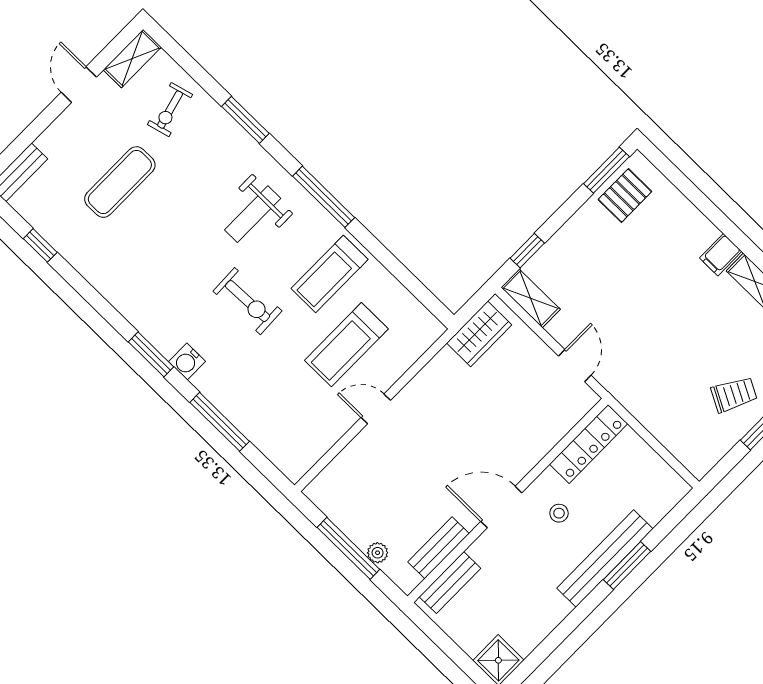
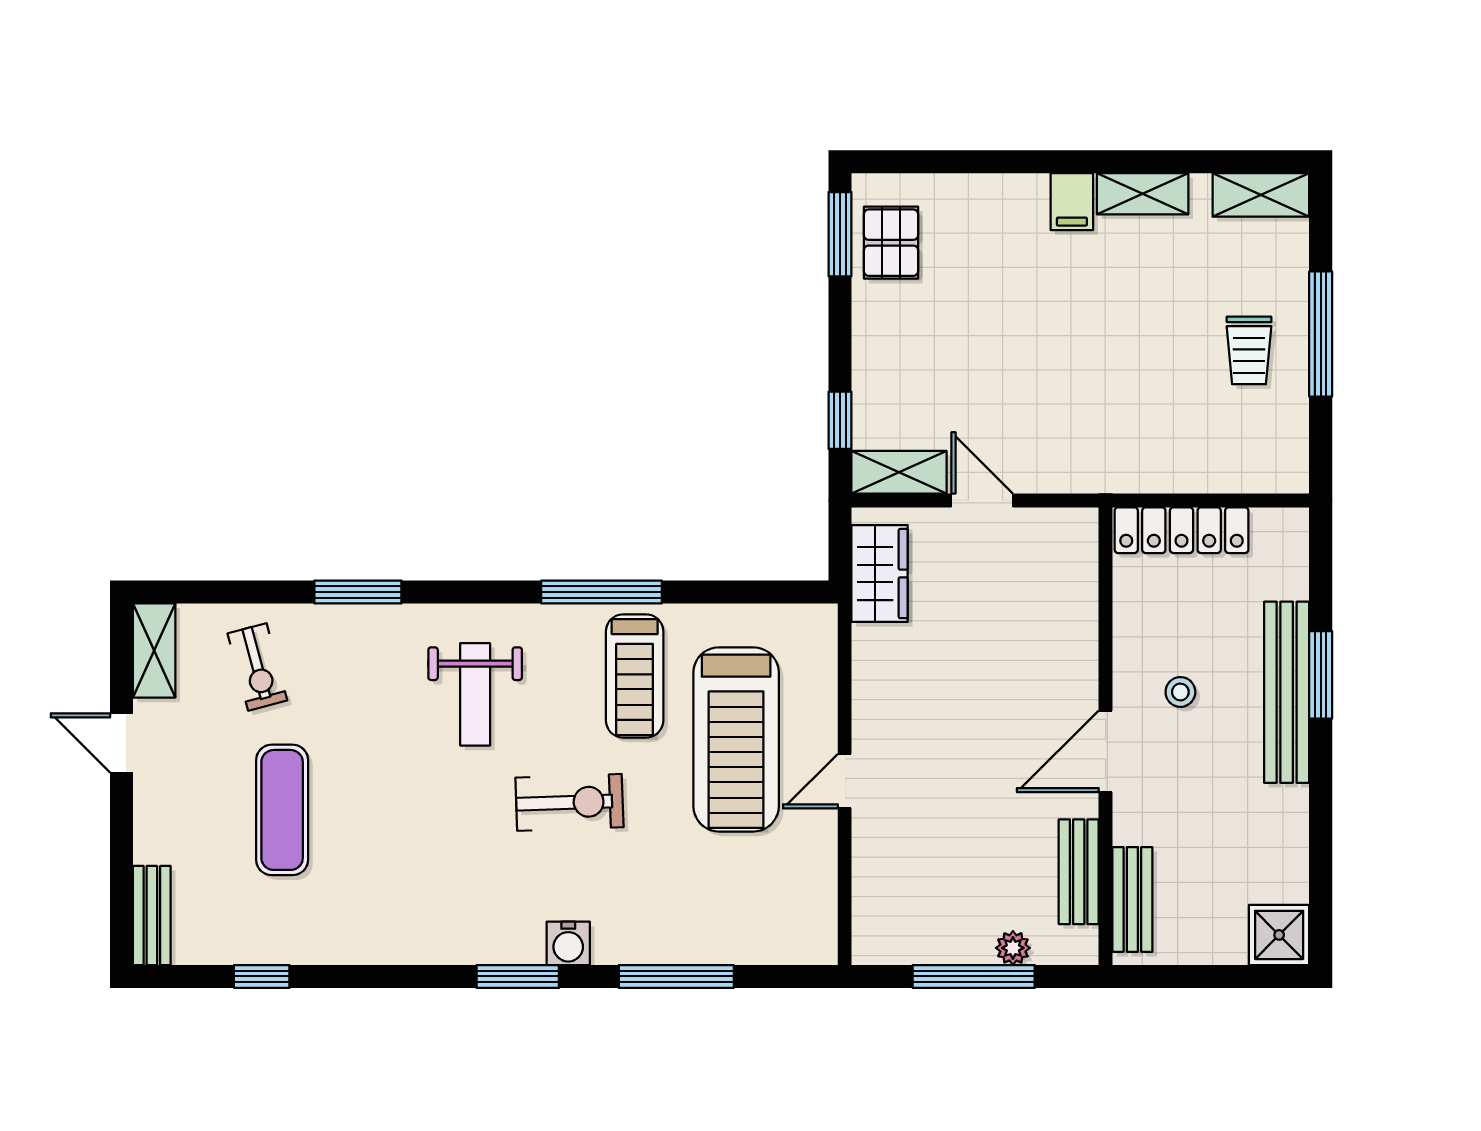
window: (324, 197) -> (601, 592), moved
treadmill: (346, 345) -> (736, 739), width x1.37, depth x1.38
door: (575, 366) -> (982, 500), moved
trolley: (734, 394) -> (1249, 350), turned 152
locker: (589, 444) -> (1182, 530), moved, turned 90

